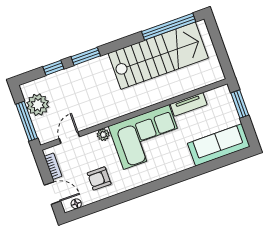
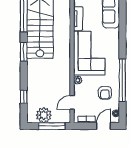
window: (86, 56) -> (24, 52), moved
door: (69, 138) -> (72, 102), hinge flipped
window: (125, 196) -> (122, 80), added

